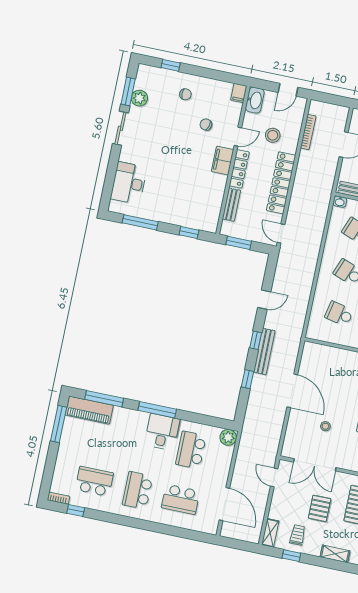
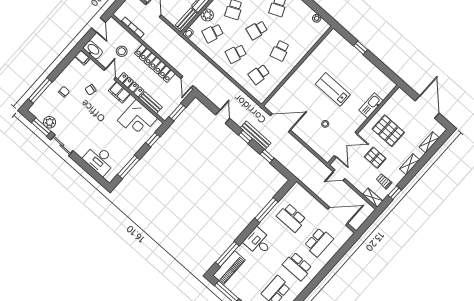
window: (171, 65) -> (40, 91), width x2.17
corner desk: (203, 200) -> (137, 119), added
door: (281, 234) -> (187, 82), hinge flipped
door: (292, 391) -> (280, 123), moved
window: (157, 410) -> (266, 210), moved
desk: (162, 432) -> (258, 242), moved
plant: (228, 437) -> (297, 190), removed

